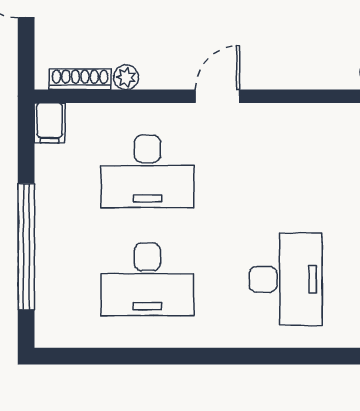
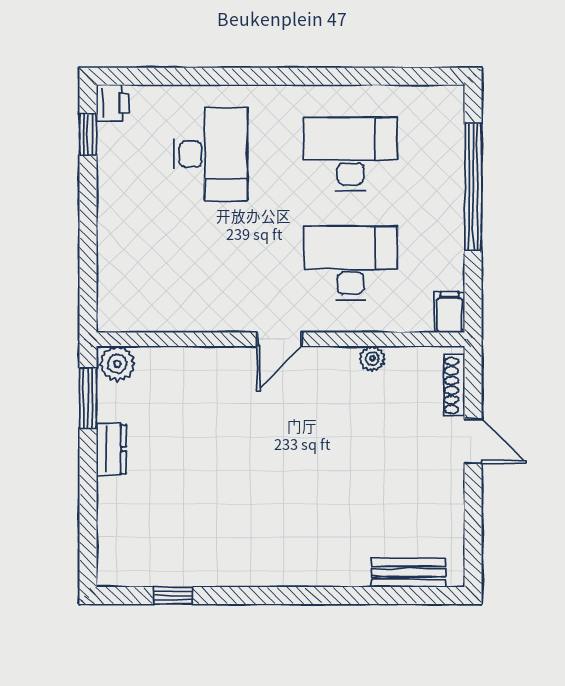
shoe rack: (80, 79) -> (454, 385), moved, turned 90
desk: (286, 279) -> (211, 154), turned 180

